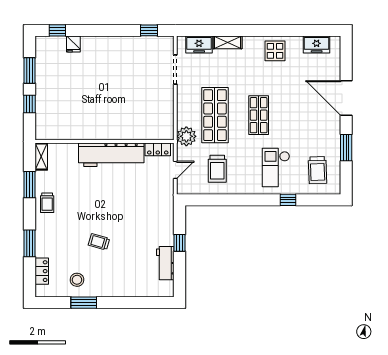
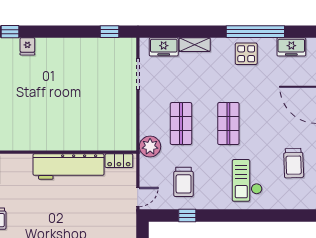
window: (283, 30) -> (255, 32), added
shop shelf: (215, 115) -> (181, 124), width x0.70, depth x0.74
door: (175, 170) -> (138, 197), moved
trolley: (318, 170) -> (294, 163), moved
window: (288, 200) -> (187, 215), moved

